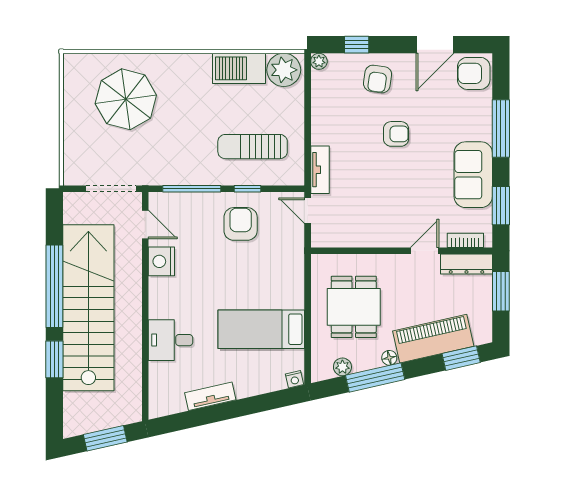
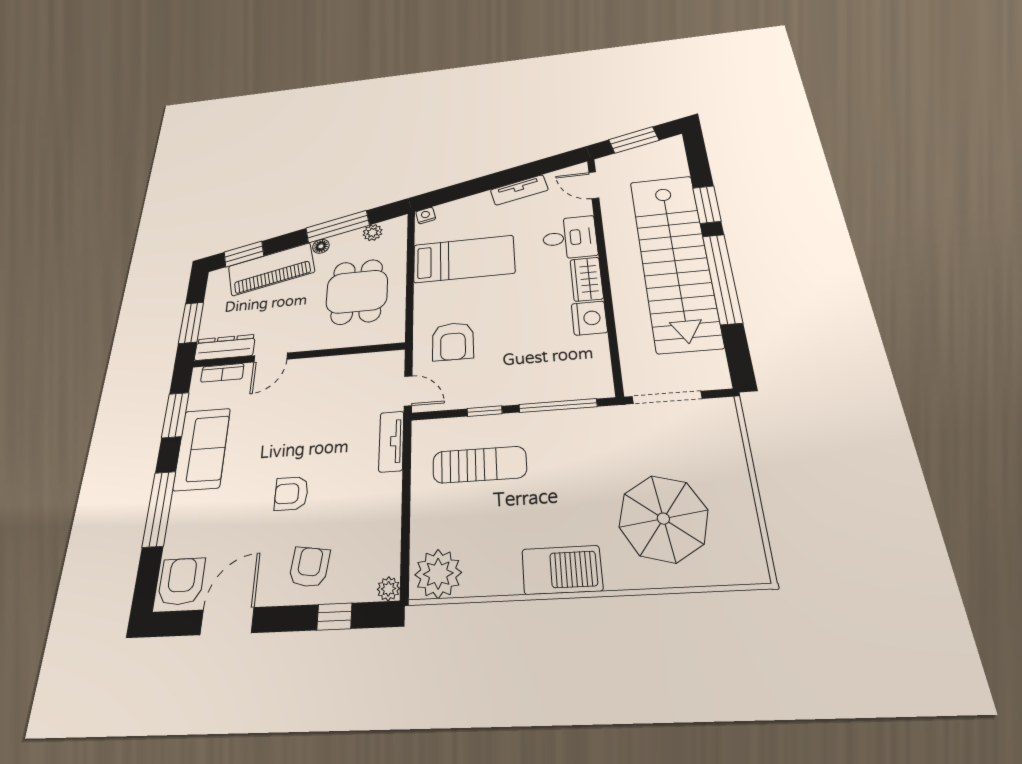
barbecue: (239, 68) -> (562, 570), moved
armchair: (474, 73) -> (181, 581), turned -90
armchair: (241, 224) -> (453, 341), moved
door: (145, 225) -> (594, 185), moved
wardrobe: (160, 298) -> (587, 279), added

